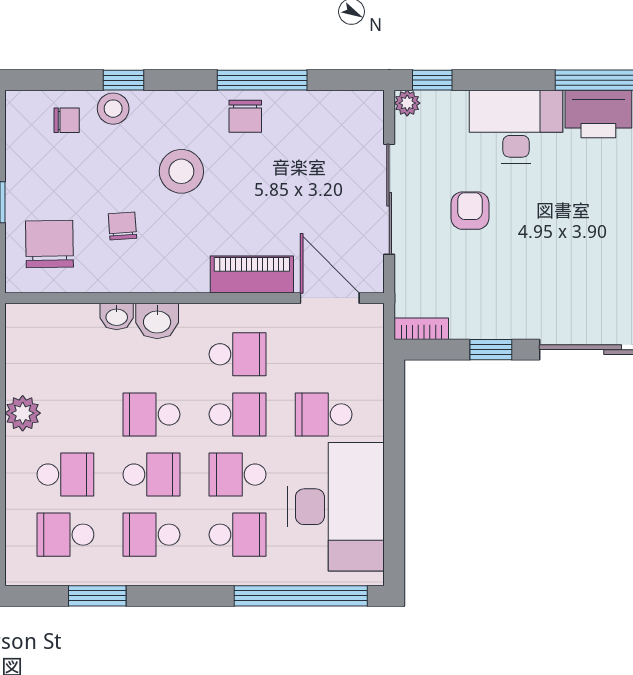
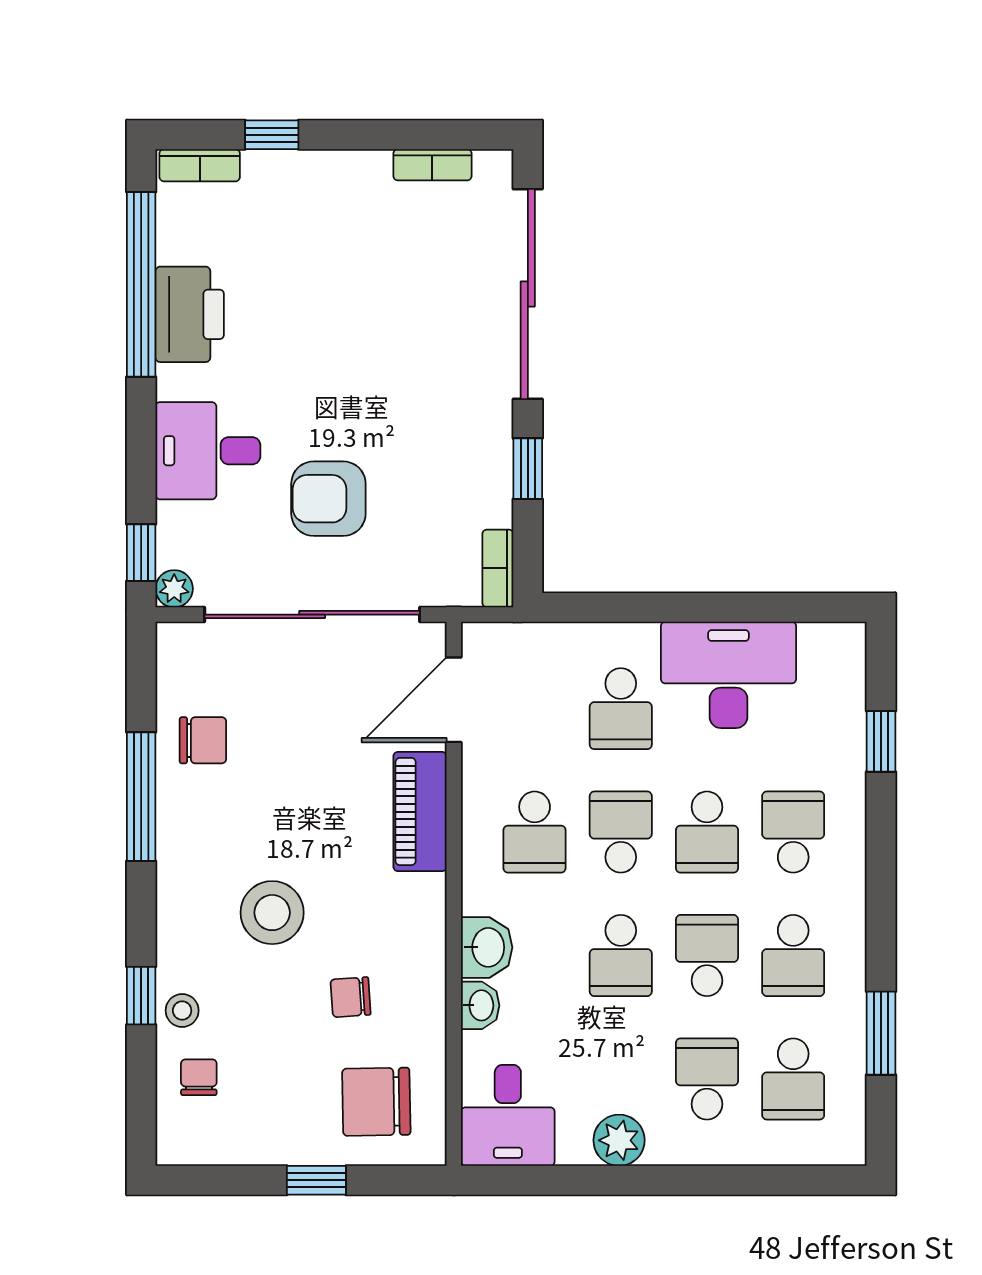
stool: (113, 109) -> (182, 1011), width x0.73, depth x0.73
chair: (245, 116) -> (203, 740), moved
desk: (516, 127) -> (208, 451), width x0.73
sliding door: (389, 199) -> (312, 615), width x1.36
armchair: (470, 211) -> (328, 499), width x1.38, depth x1.38
desk: (40, 336) -> (508, 1115), added
school desk: (238, 354) -> (535, 832), turned 180
desk: (336, 507) -> (728, 675), width x0.73, depth x0.77
window: (301, 596) -> (881, 741), width x0.32

